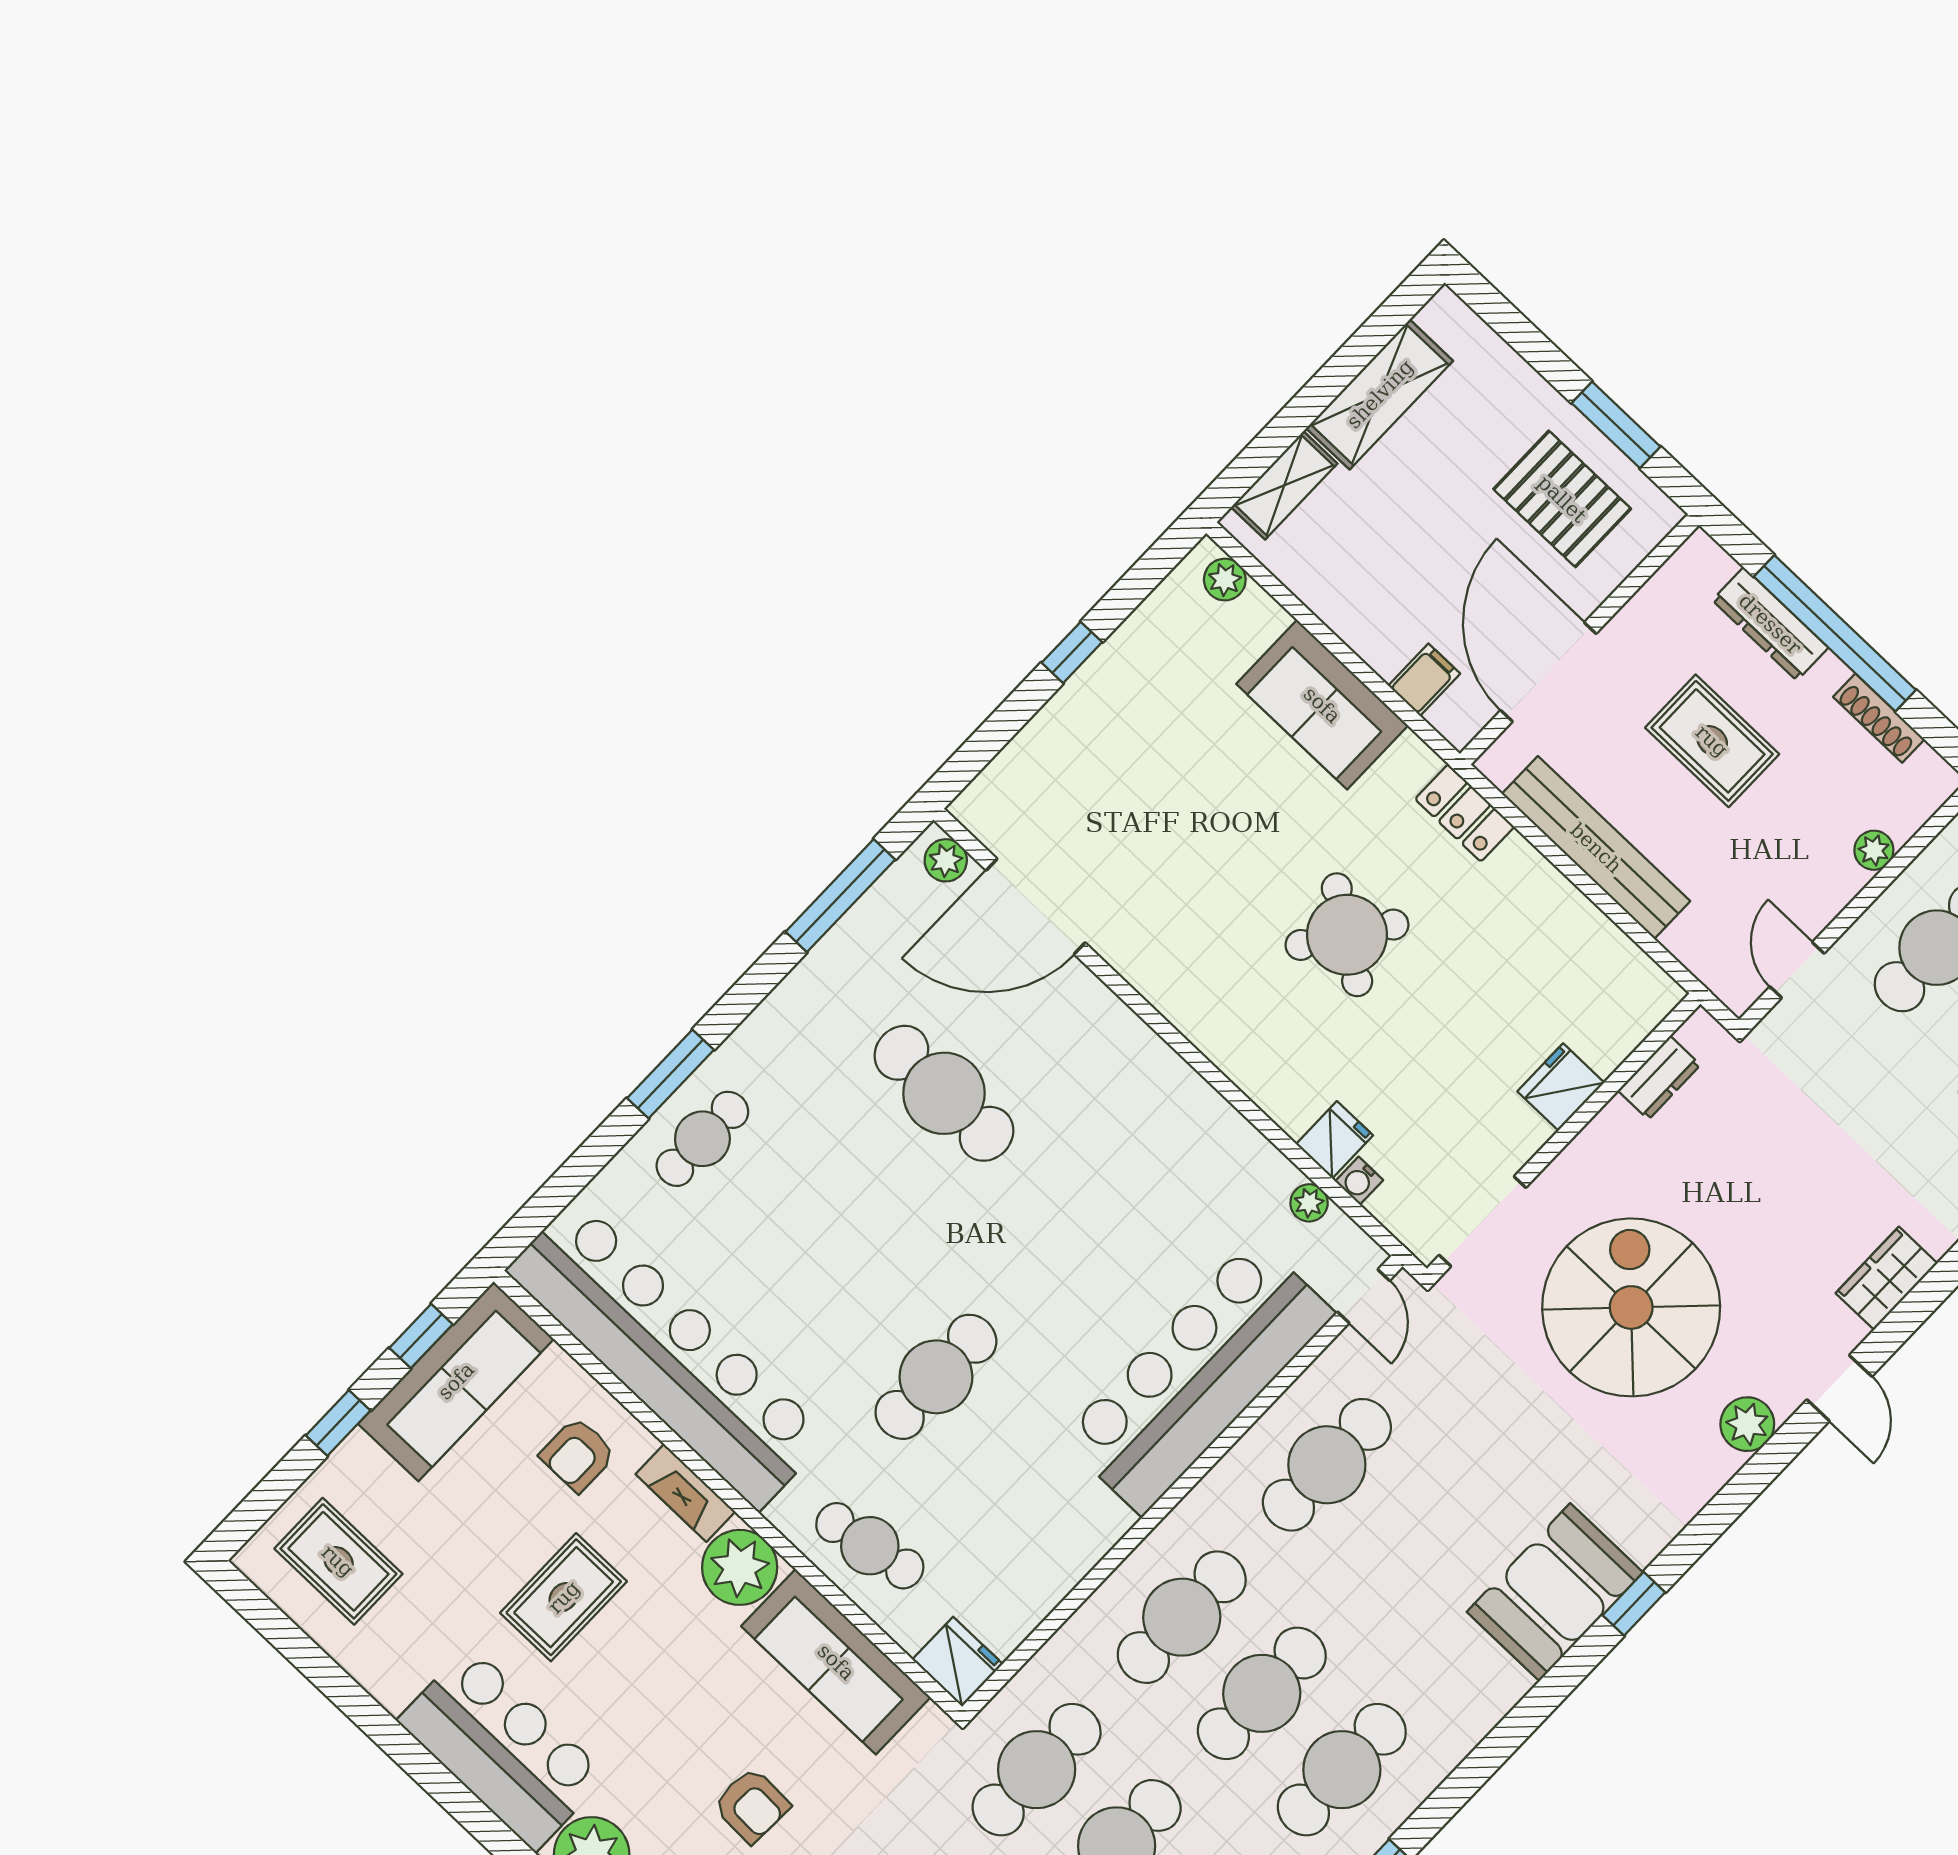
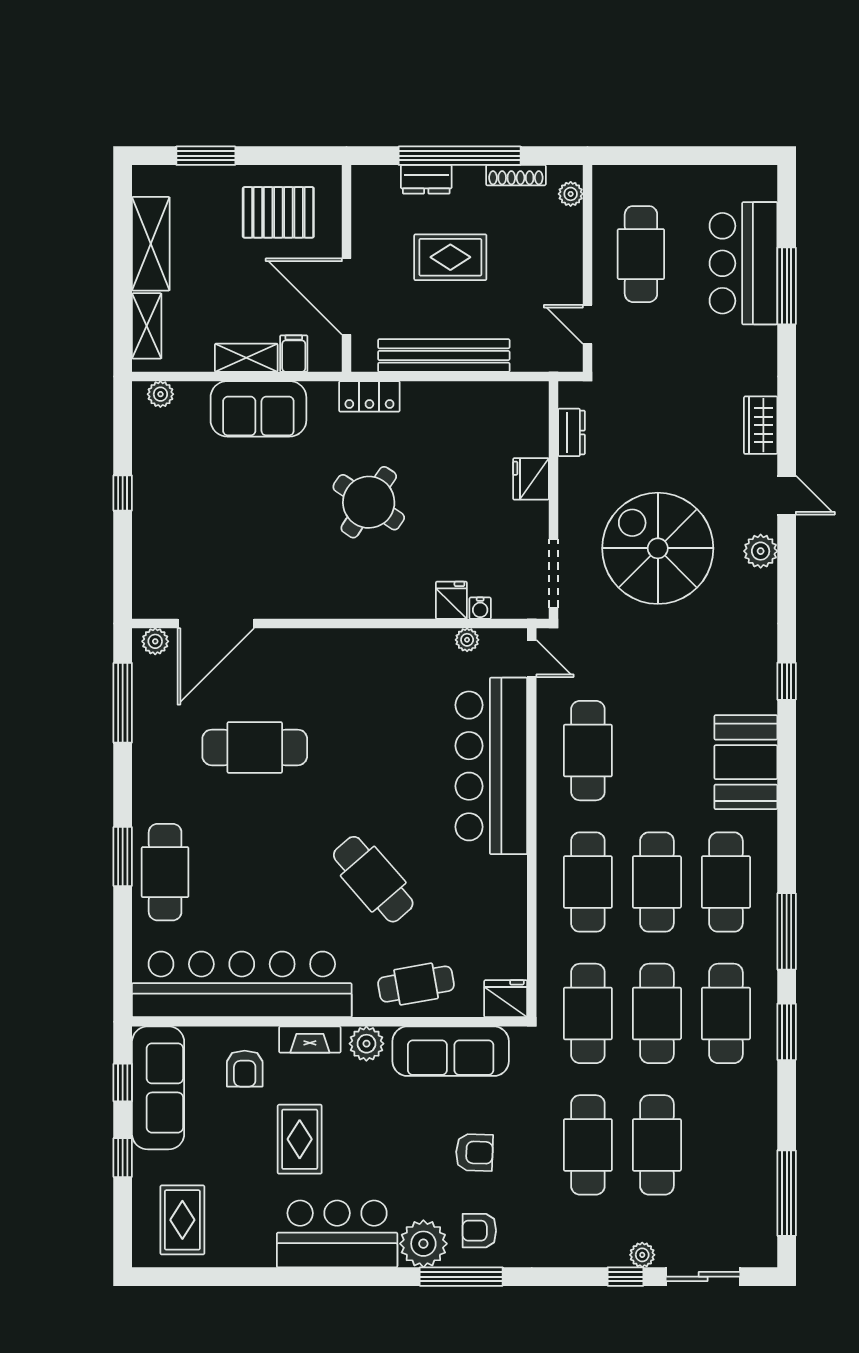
window: (1616, 425) -> (206, 156), moved
dresser: (1770, 624) -> (426, 179), width x0.70
shelving: (1364, 632) -> (246, 358), added
plant: (1874, 850) -> (571, 194), moved
cafe table: (702, 1139) -> (165, 872), width x1.37, depth x1.35
cafe table: (936, 1377) -> (373, 879), turned -41
rug: (338, 1561) -> (182, 1220), turned 90
plant: (740, 1567) -> (366, 1044), width x0.73, depth x0.73
booth: (1555, 1592) -> (746, 762), moved

